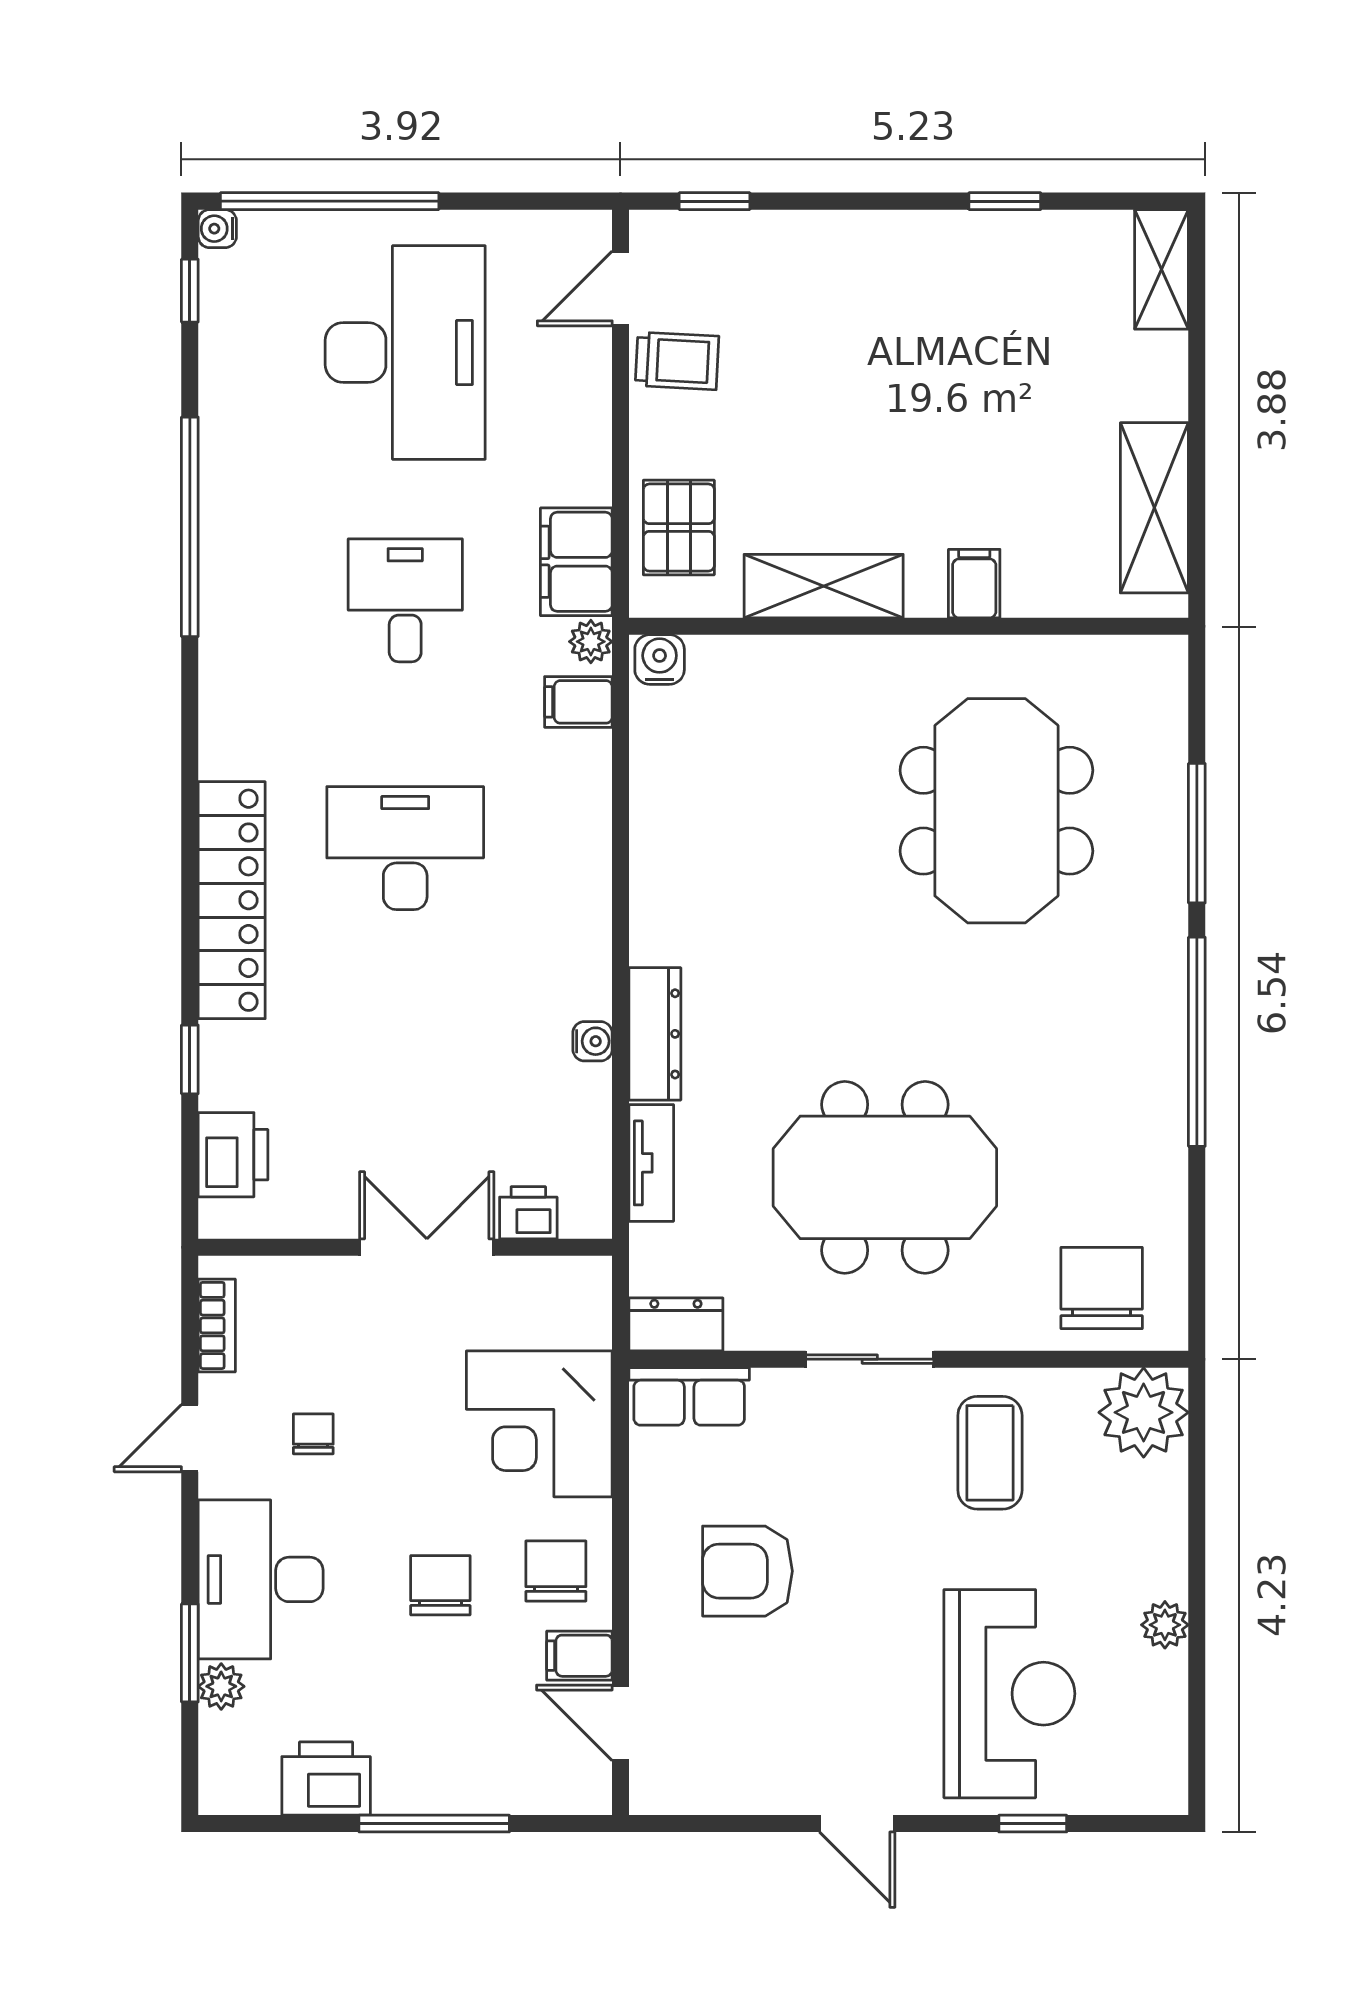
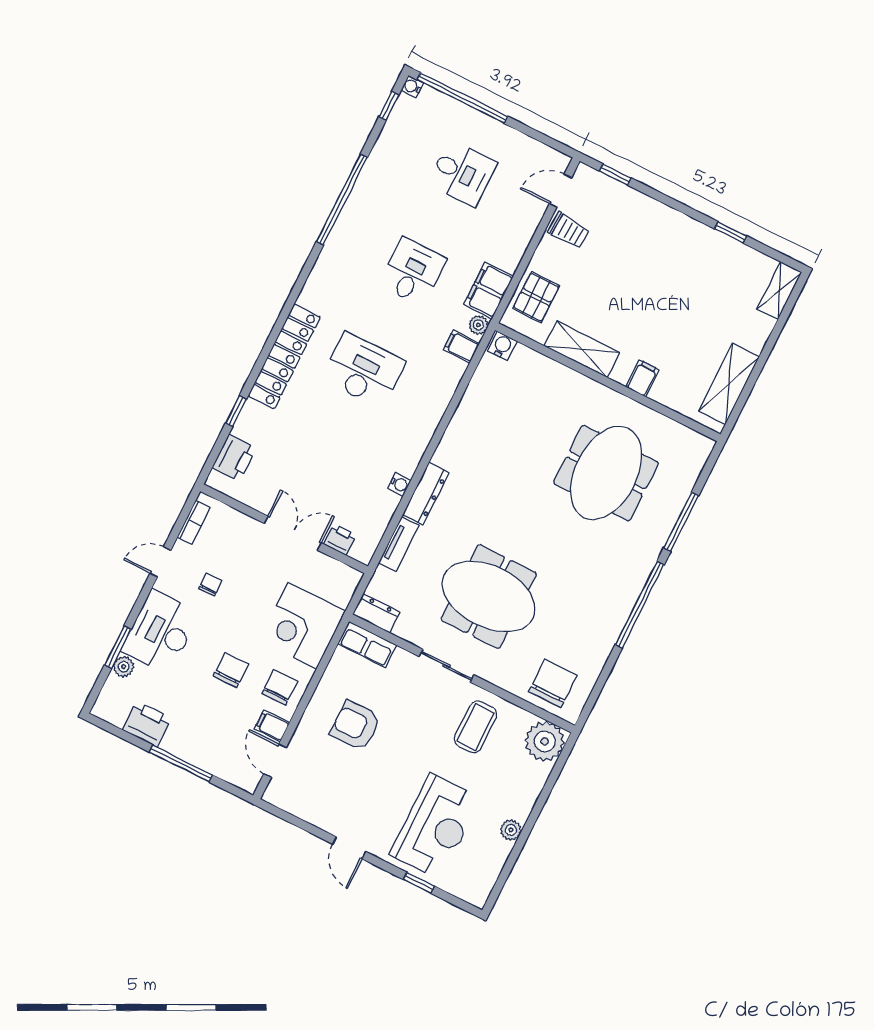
desk: (405, 352) -> (462, 173), width x0.53, depth x0.77

